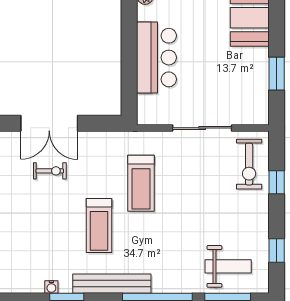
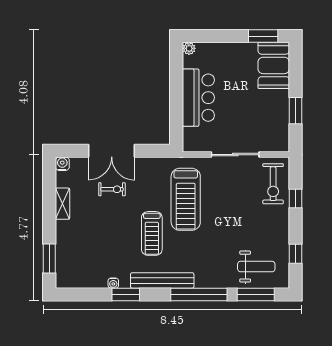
treadmill: (141, 183) -> (186, 199), width x1.37, depth x1.38

